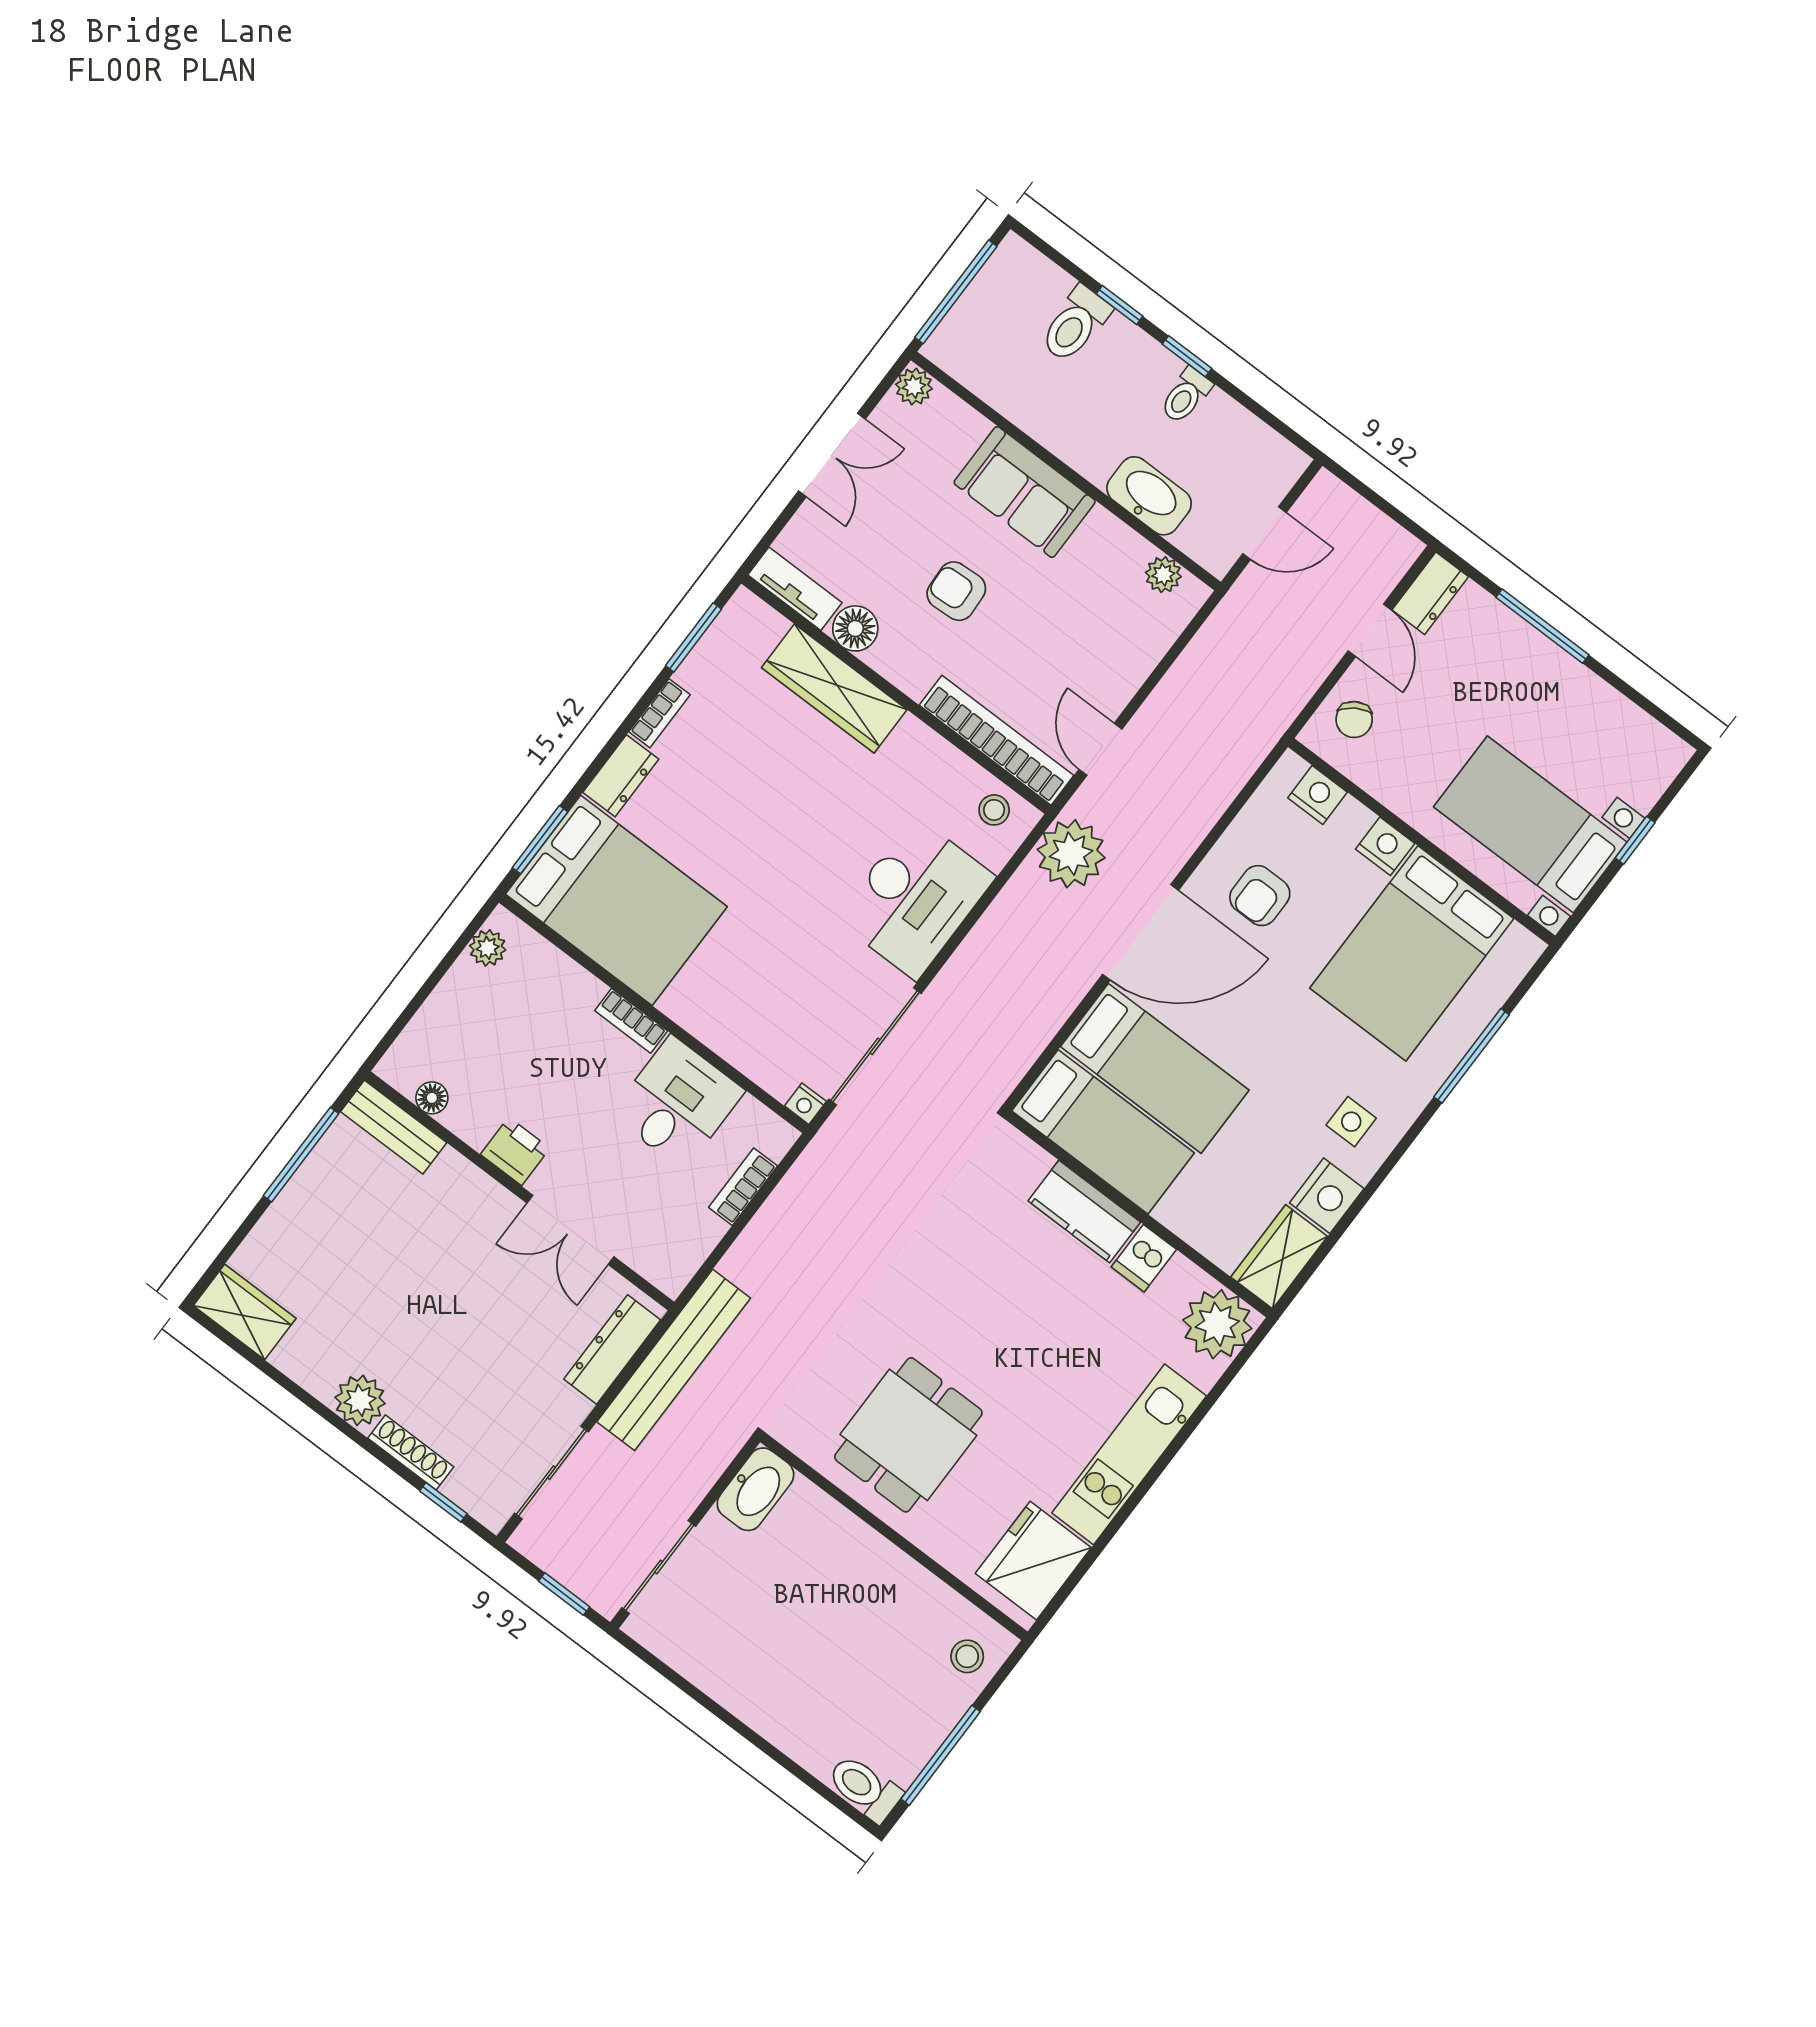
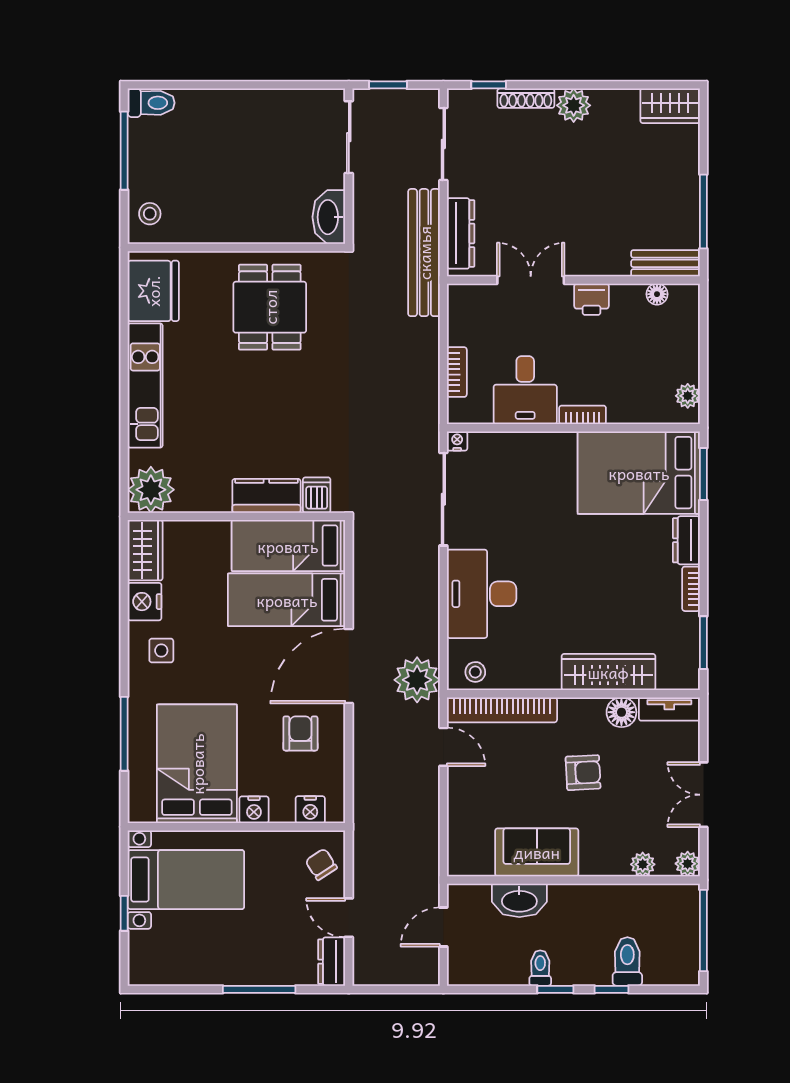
sofa: (1025, 492) -> (537, 852), moved
plant: (1163, 575) -> (643, 864), moved
dishwasher: (1144, 1258) -> (317, 495), moved

